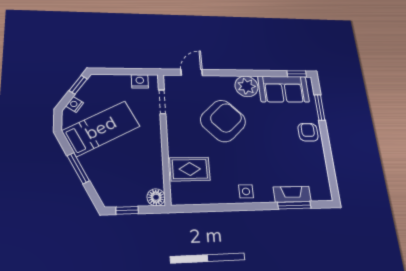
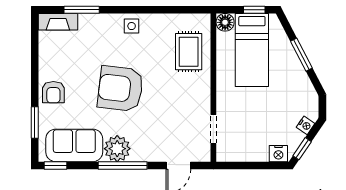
window: (240, 73) -> (123, 165), added
nightstand: (140, 81) -> (278, 154), moved
armchair: (223, 121) -> (120, 89), moved, turned 51
bed: (101, 128) -> (252, 50), moved, turned -63
rug: (190, 169) -> (189, 52), turned 90
fireplace: (292, 194) -> (58, 22), moved

